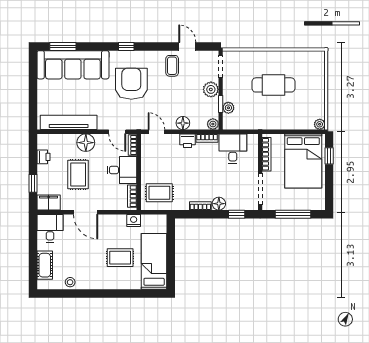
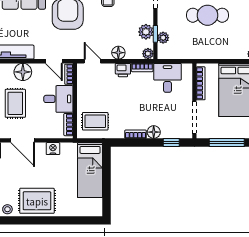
plant: (211, 89) -> (146, 32), moved
nightstand: (134, 221) -> (53, 149), moved
rug: (120, 258) -> (37, 201), moved, width x1.36, depth x1.43
bed: (154, 261) -> (90, 170), moved, turned 180

